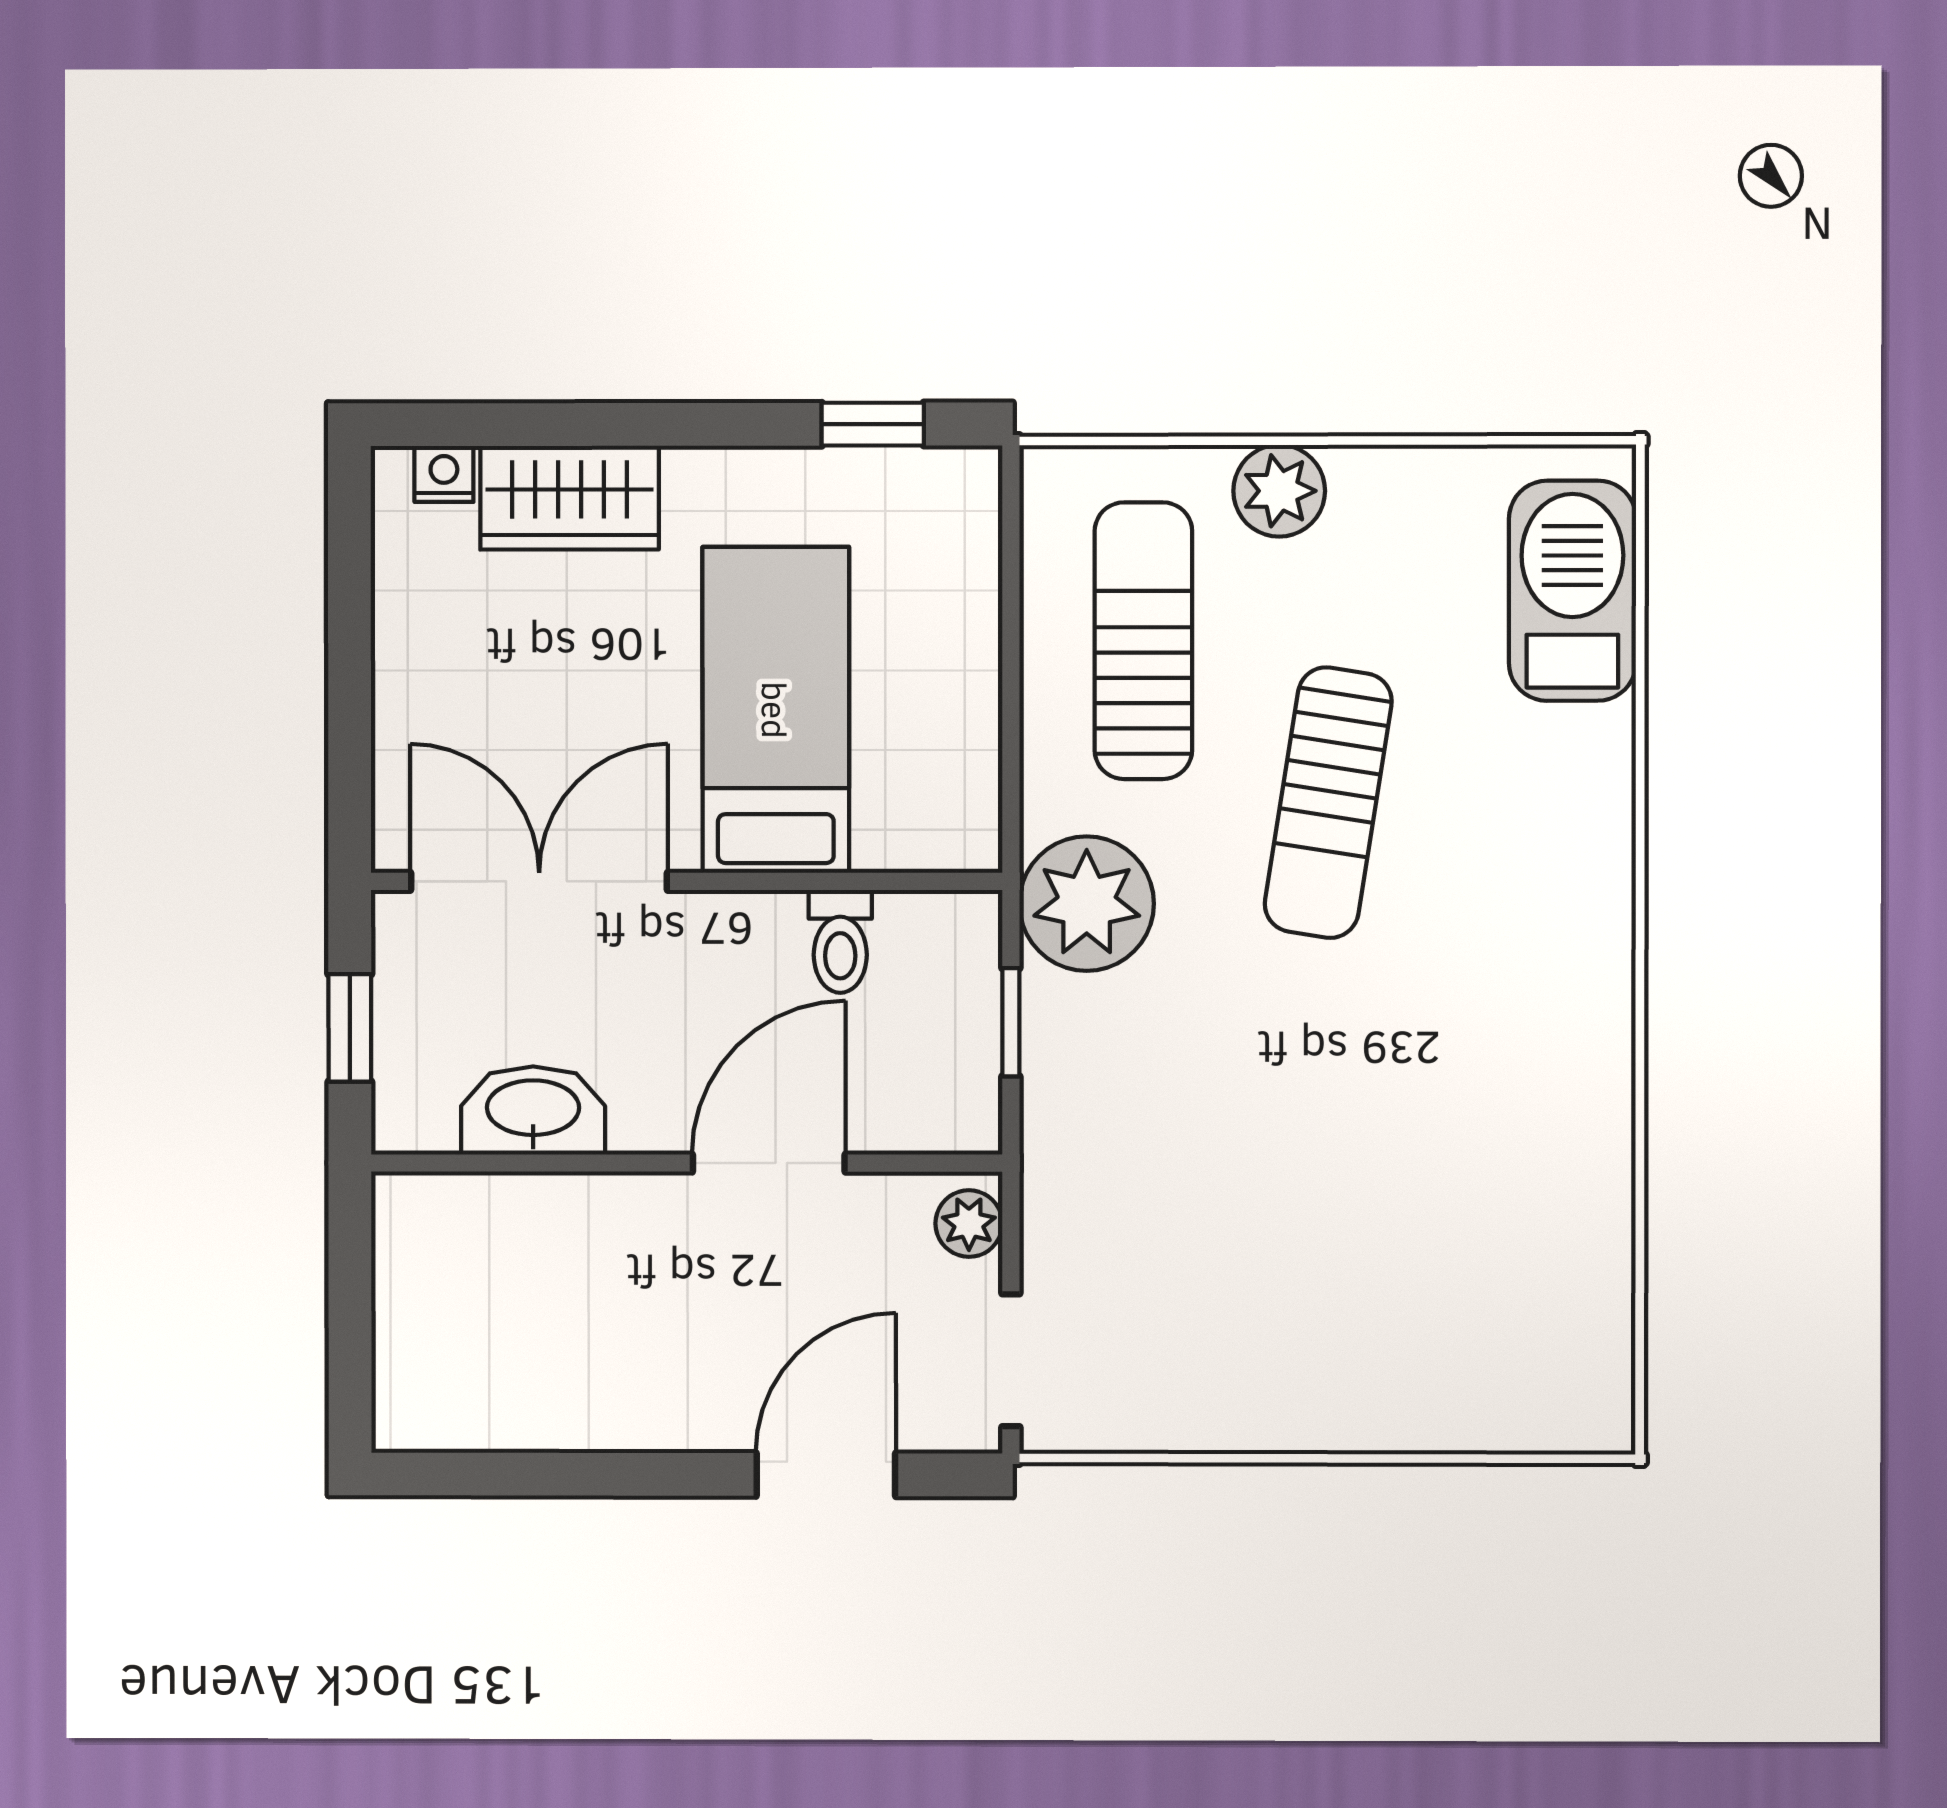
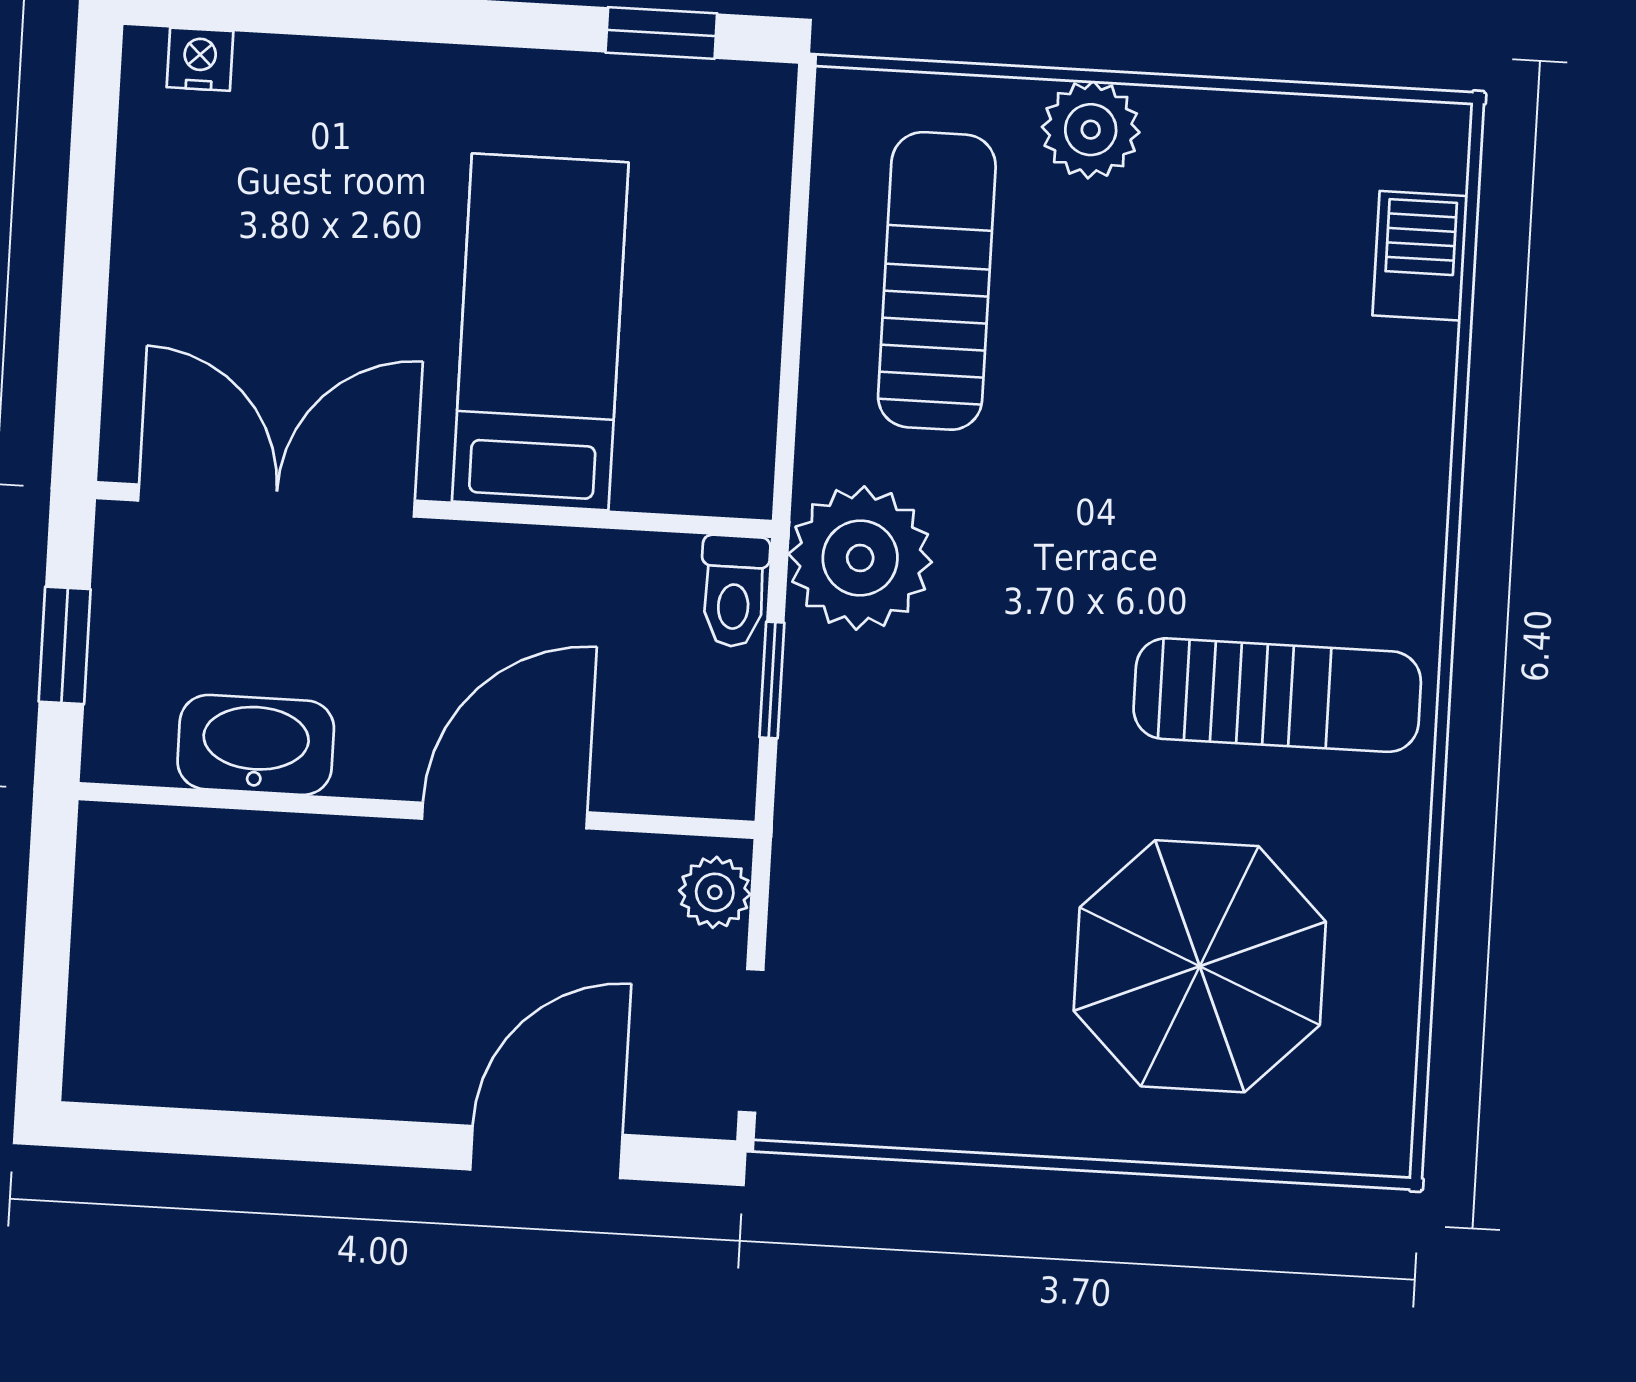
wardrobe: (570, 498) -> (333, 92), removed
barbecue: (1572, 591) -> (1420, 256), width x0.53, depth x0.65
sun lounger: (1328, 803) -> (1277, 695), moved, turned -99
toilet: (840, 941) -> (734, 591), moved
parasol: (1426, 1267) -> (1200, 966), added

